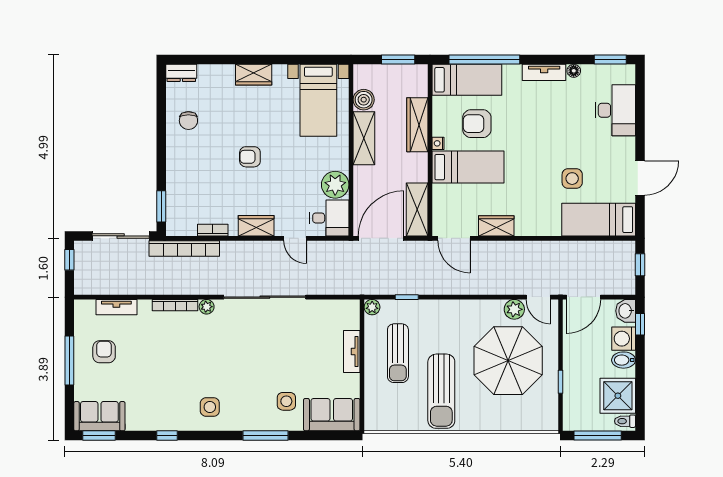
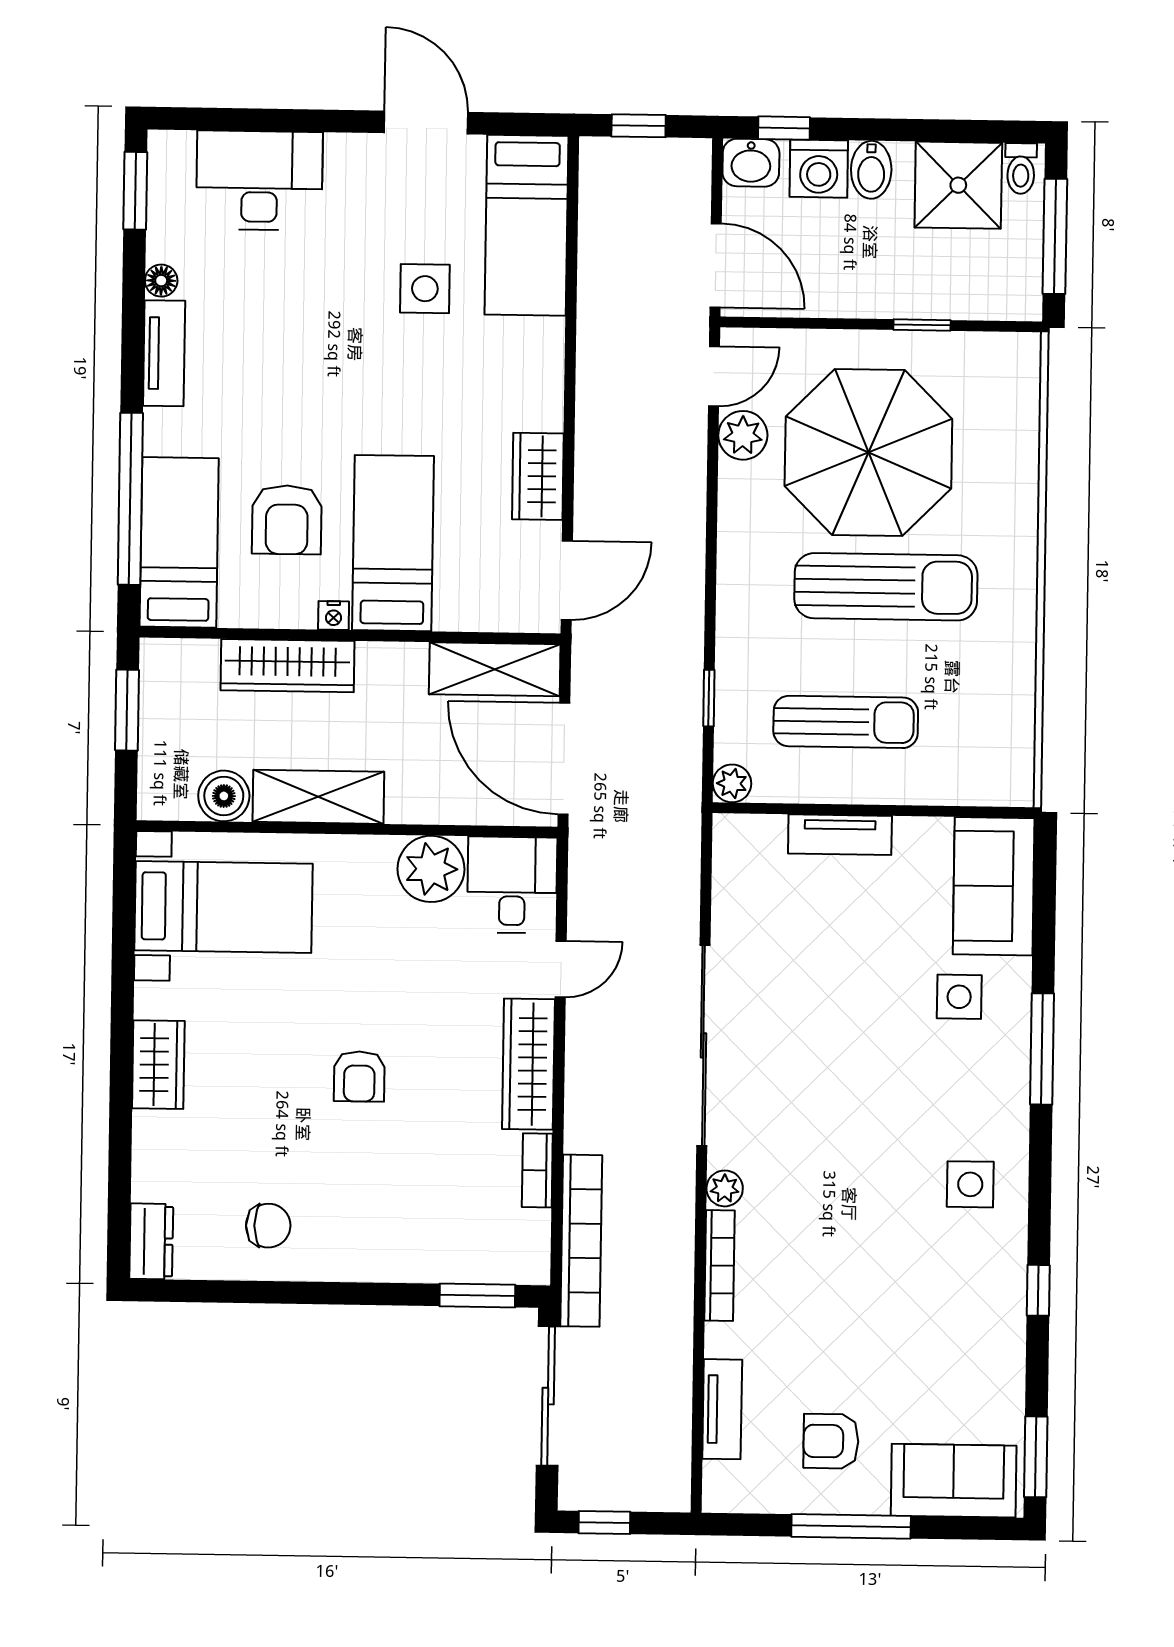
wardrobe: (256, 226) -> (528, 1064), width x1.50
sun lounger: (441, 391) -> (886, 587), moved
sofa: (99, 416) -> (954, 1481), moved, turned 90

